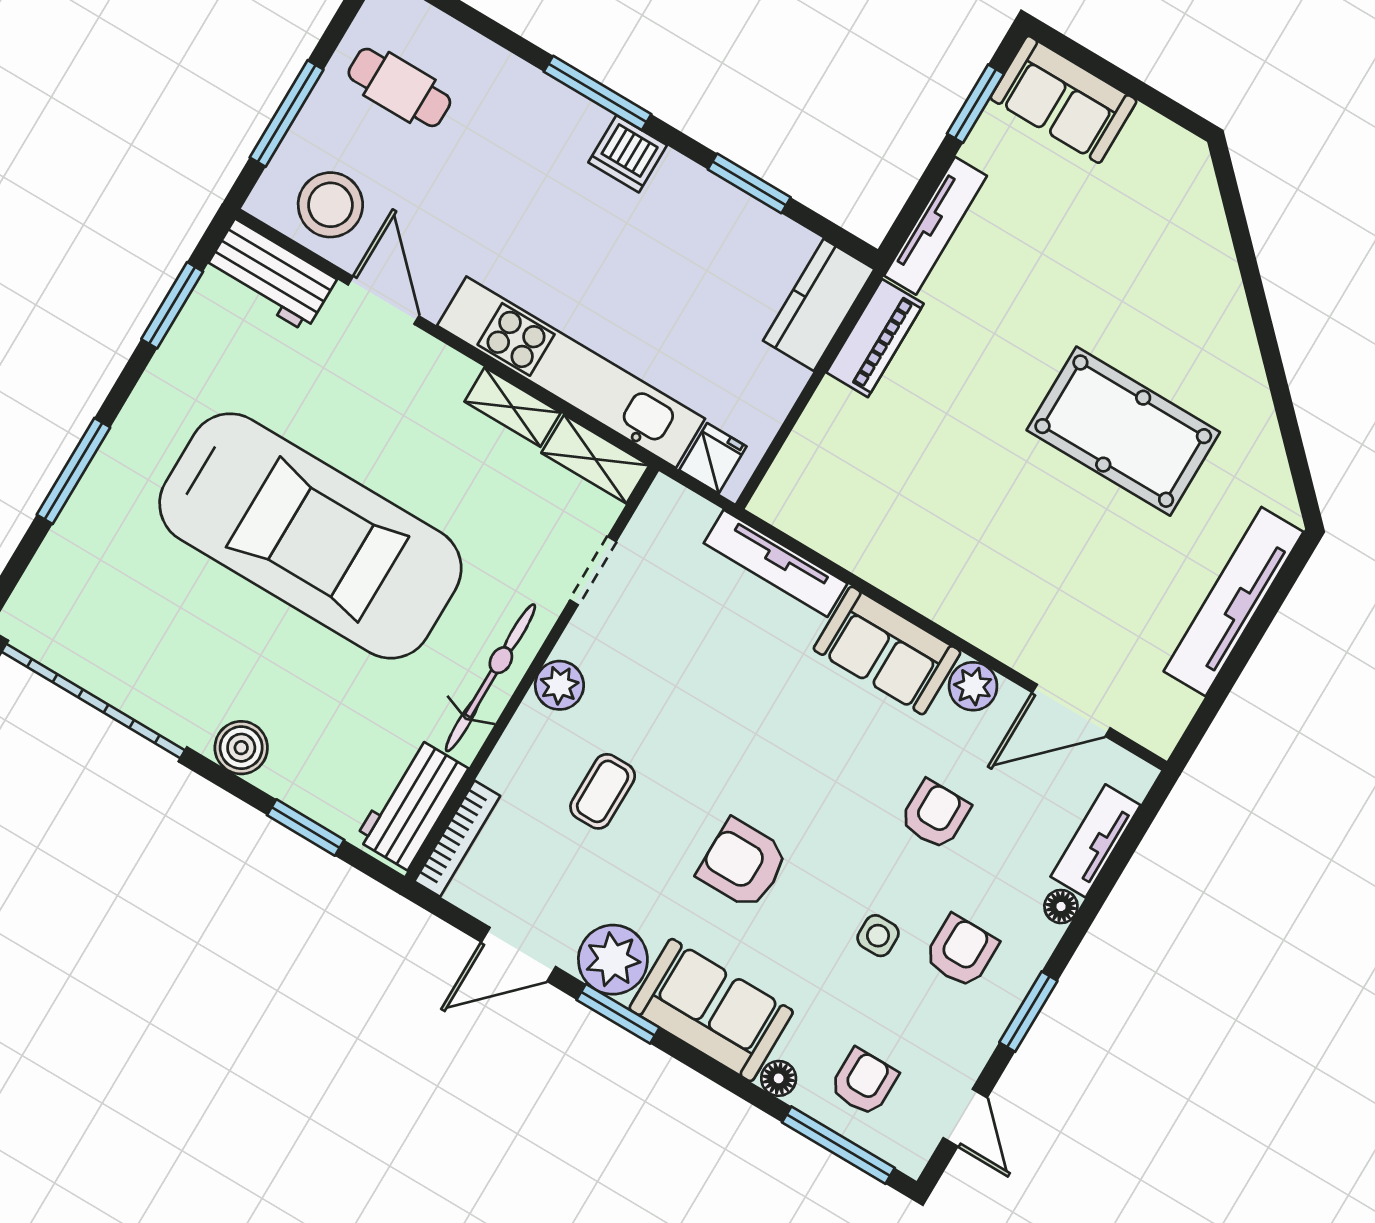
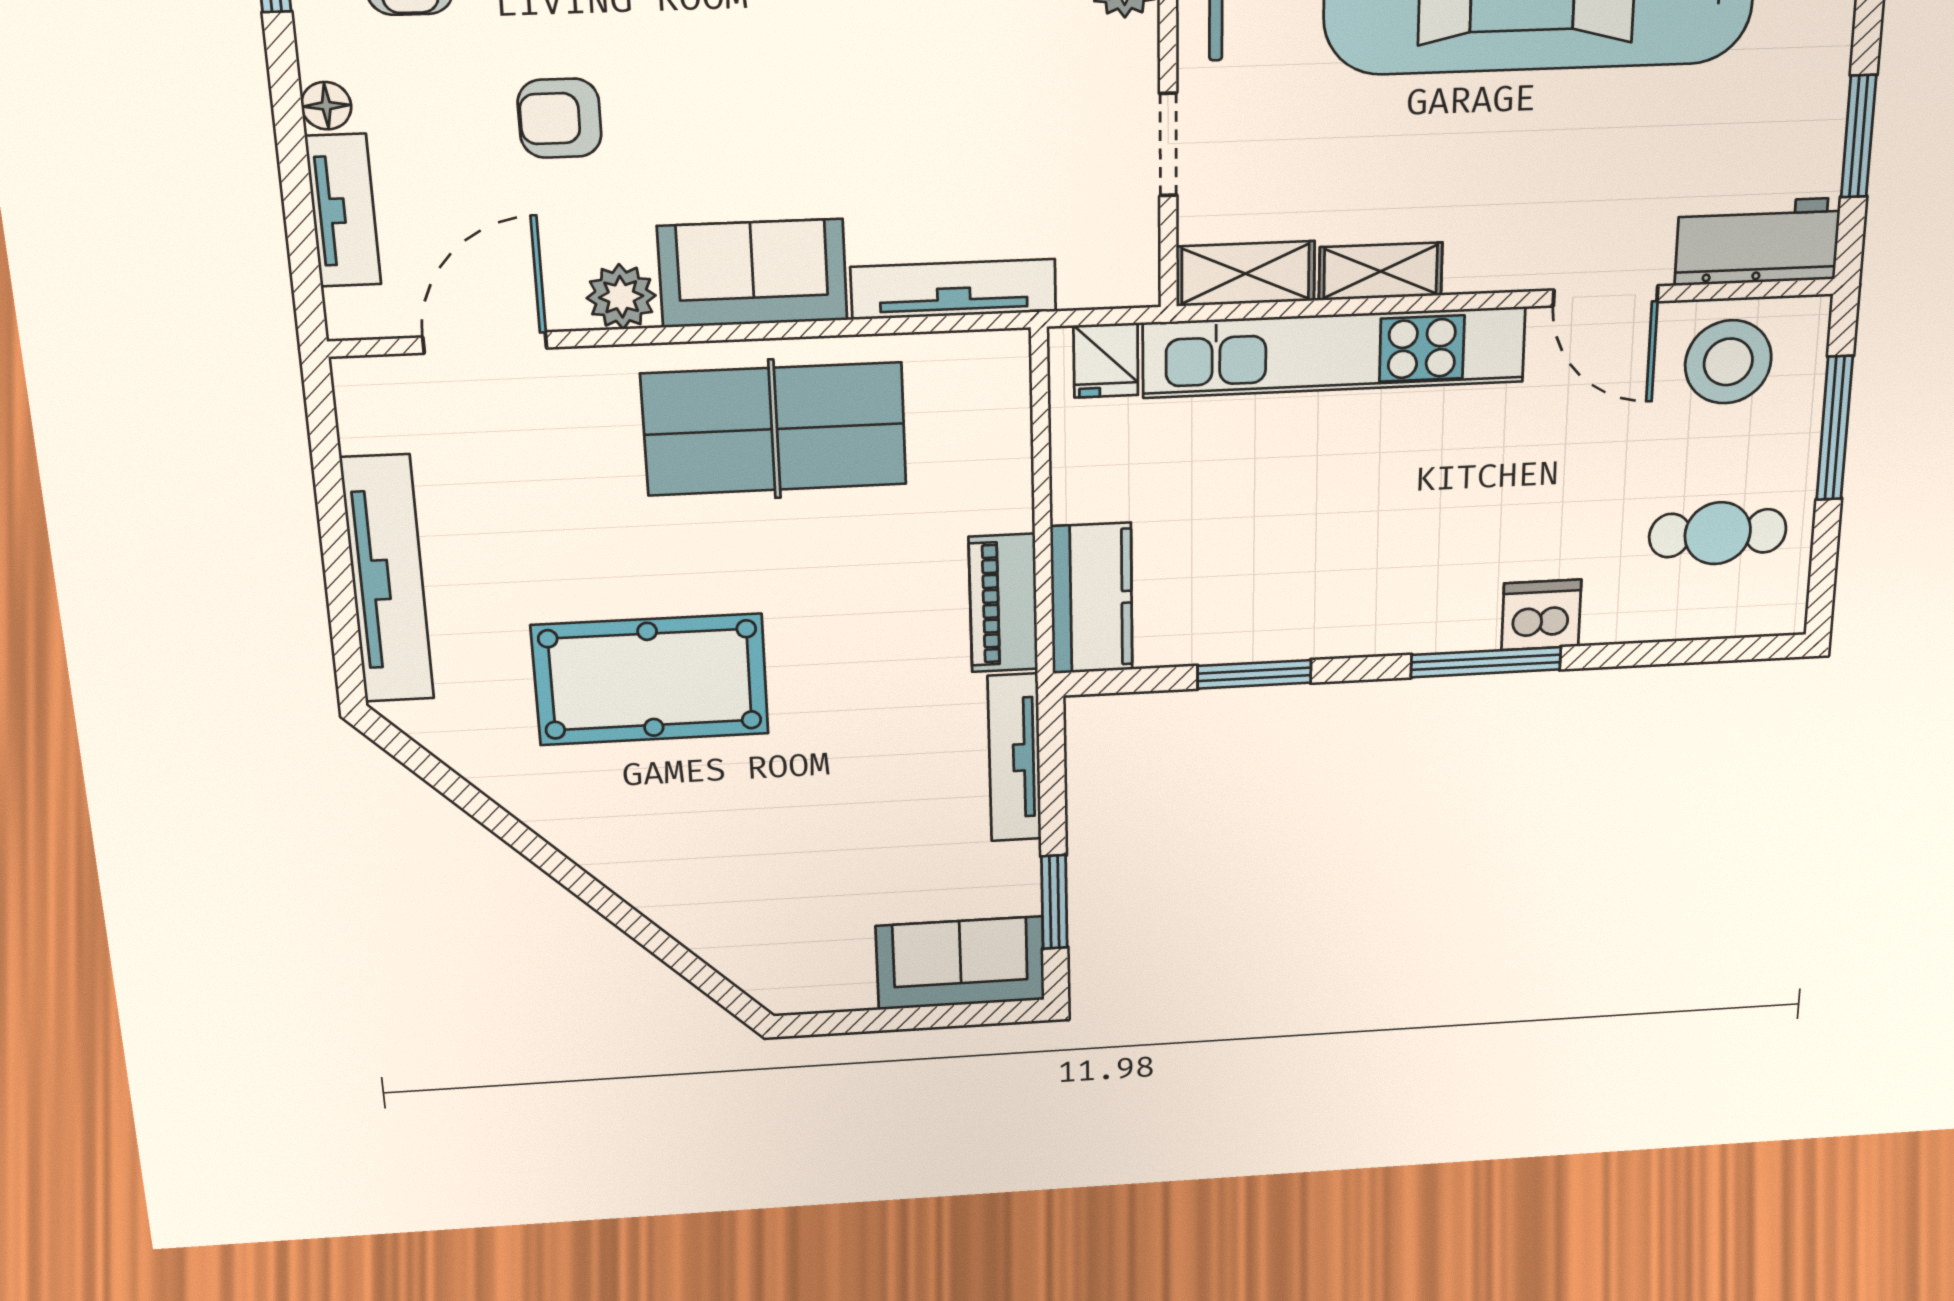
dishwasher: (628, 154) -> (1541, 615), moved
table tennis table: (939, 545) -> (774, 429), added
armchair: (935, 815) -> (560, 118), turned 90

